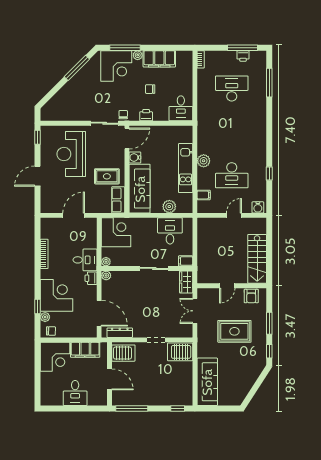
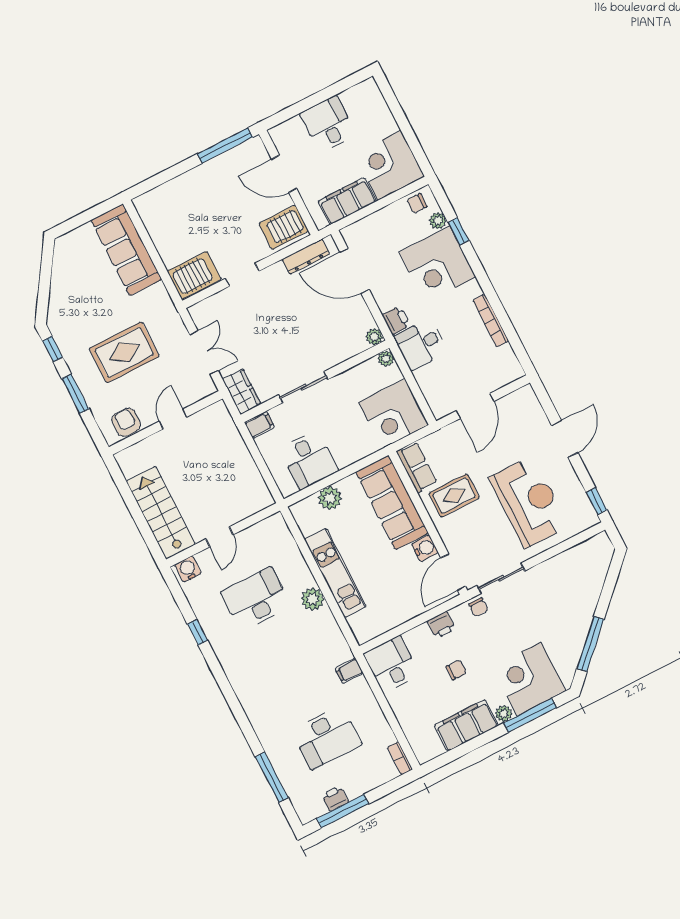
filing cabinet: (204, 195) -> (349, 671), moved
stairs: (257, 259) -> (161, 513), moved
window: (178, 409) -> (152, 183), removed

